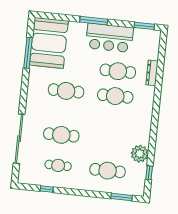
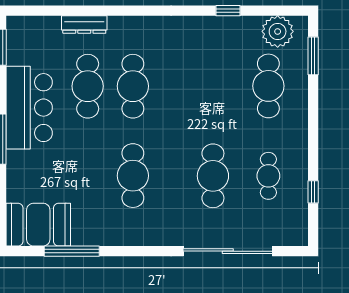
booth: (49, 43) -> (38, 225), width x0.73, depth x0.70
plant: (140, 154) -> (278, 31), moved
window: (149, 173) -> (228, 11), moved

